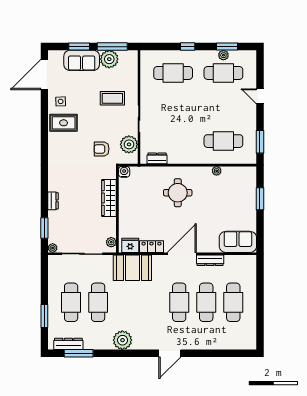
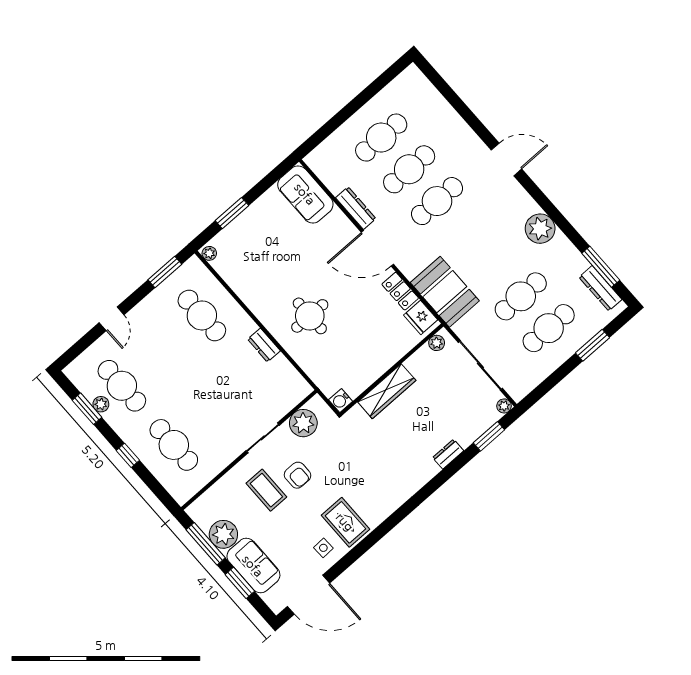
armchair: (102, 149) -> (298, 475), moved
dresser: (157, 158) -> (264, 345), moved
plant: (217, 171) -> (209, 253), moved

